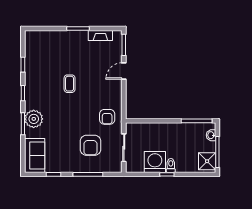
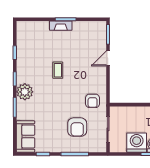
fireplace: (100, 35) -> (61, 26), moved
plant: (34, 119) -> (25, 92), moved

